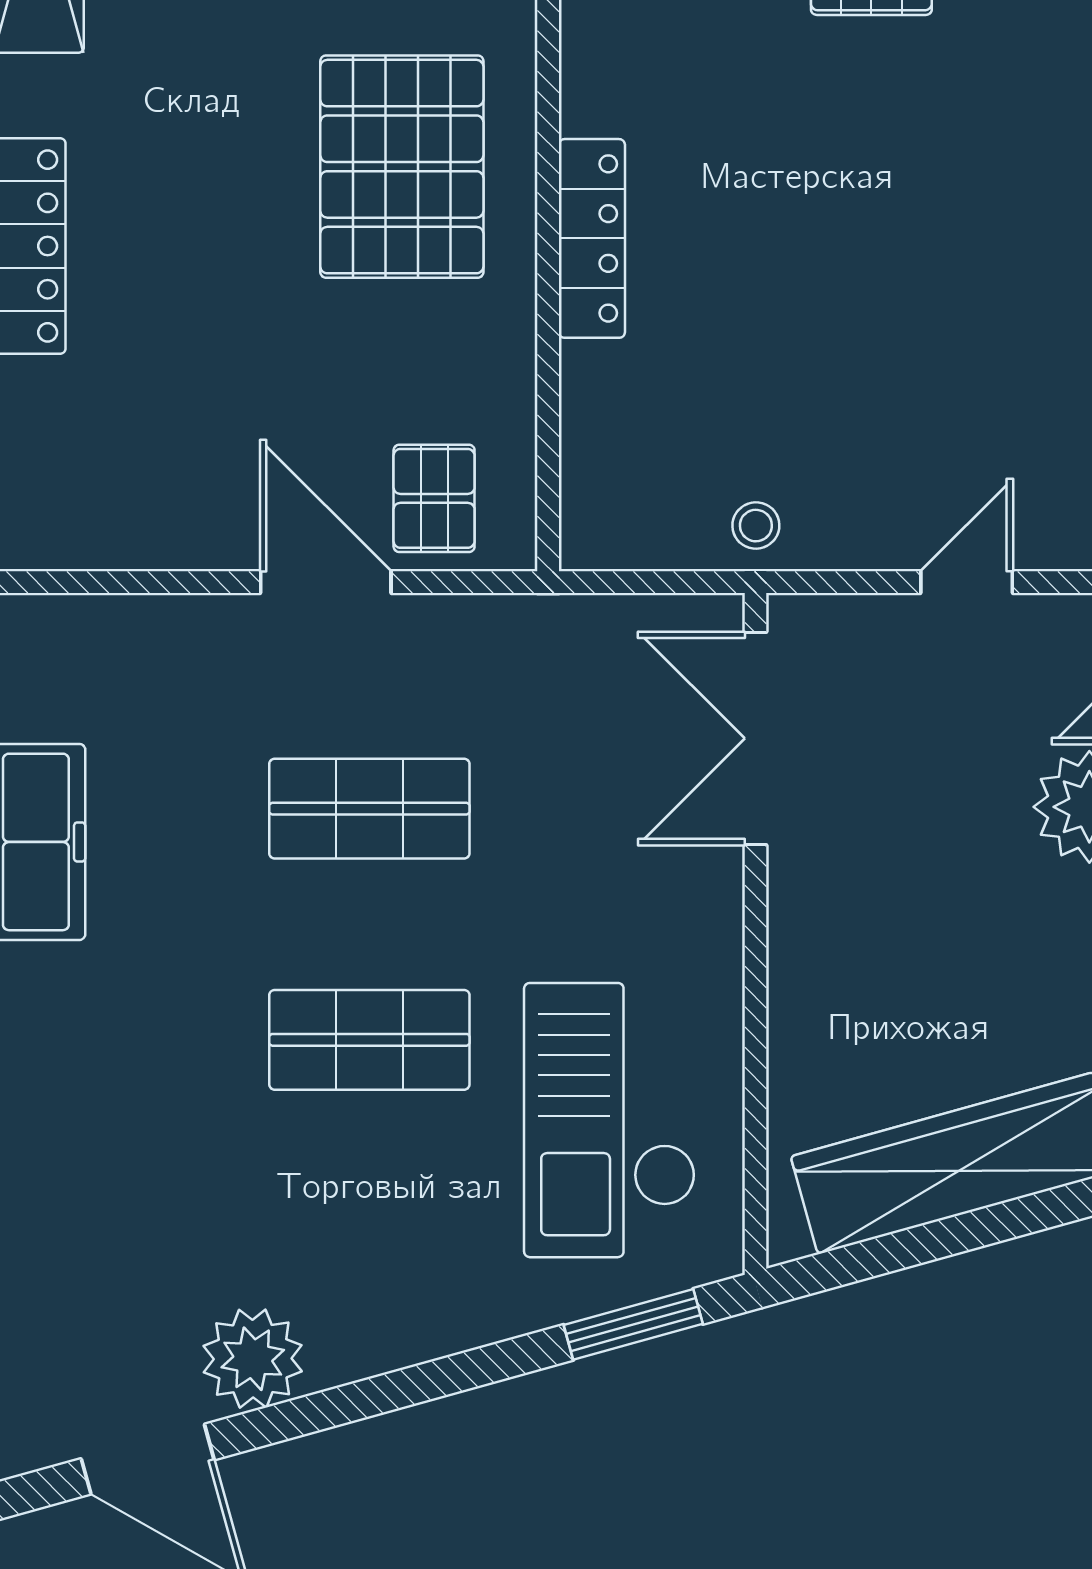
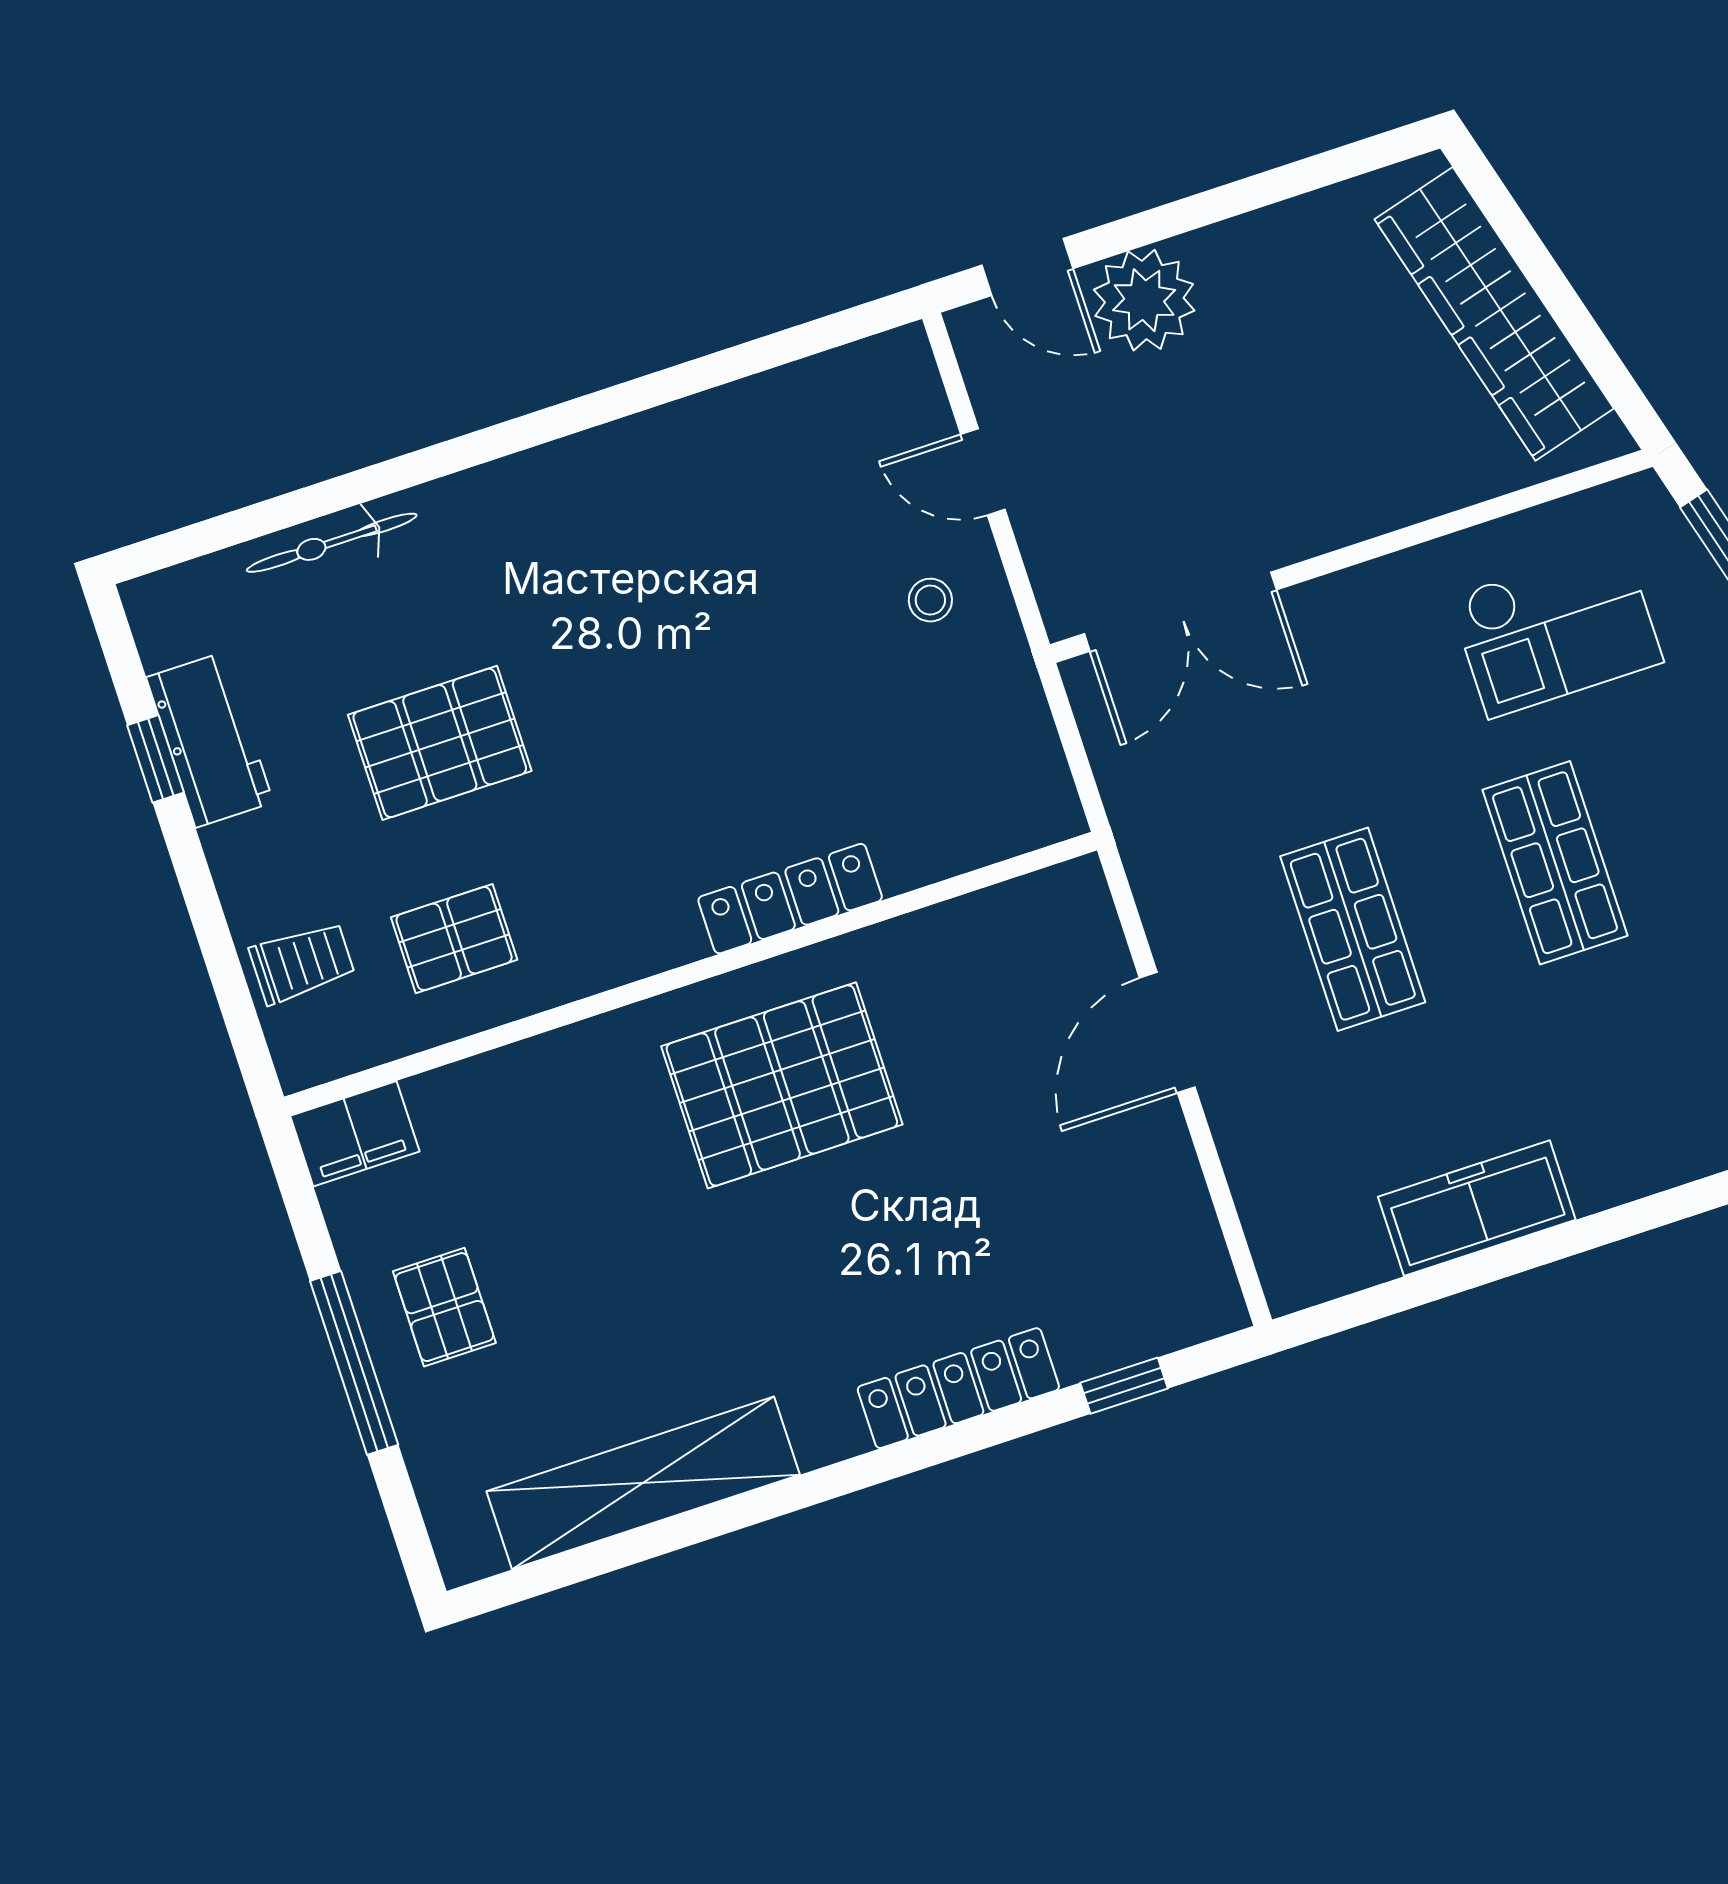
pallet: (434, 498) -> (1063, 962), removed
stool: (756, 526) -> (930, 600), moved
checkout: (610, 1120) -> (1556, 629), width x0.73, depth x0.83

